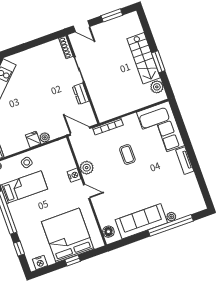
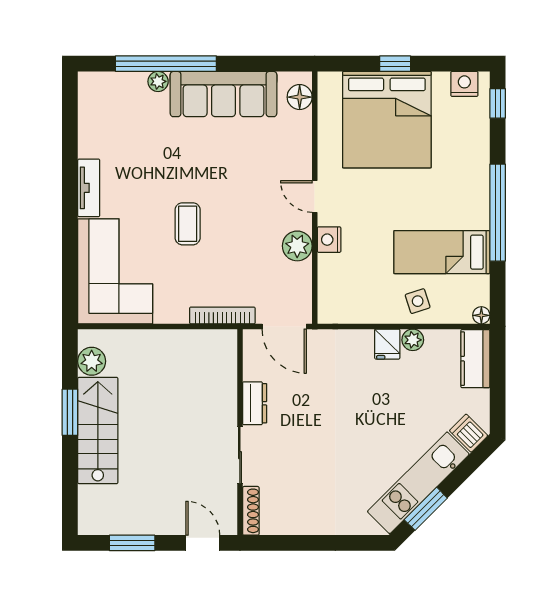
plant: (45, 137) -> (413, 340), moved
coffee table: (127, 154) -> (188, 224), moved
window: (19, 249) -> (498, 103), moved

